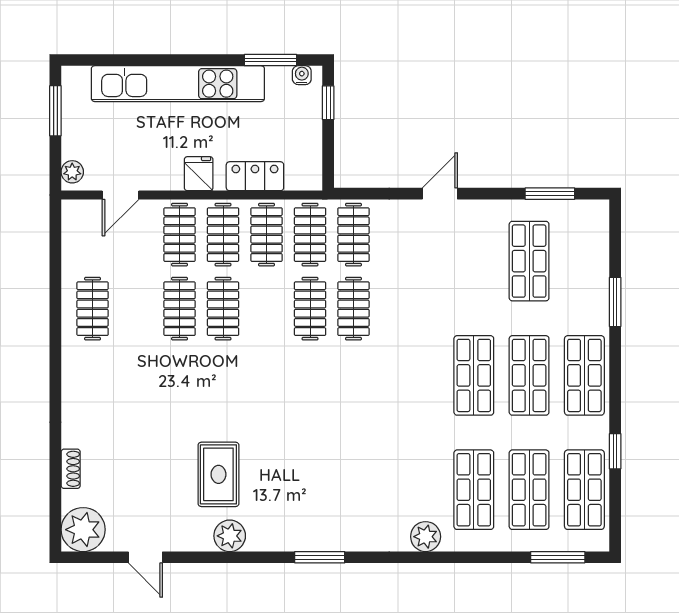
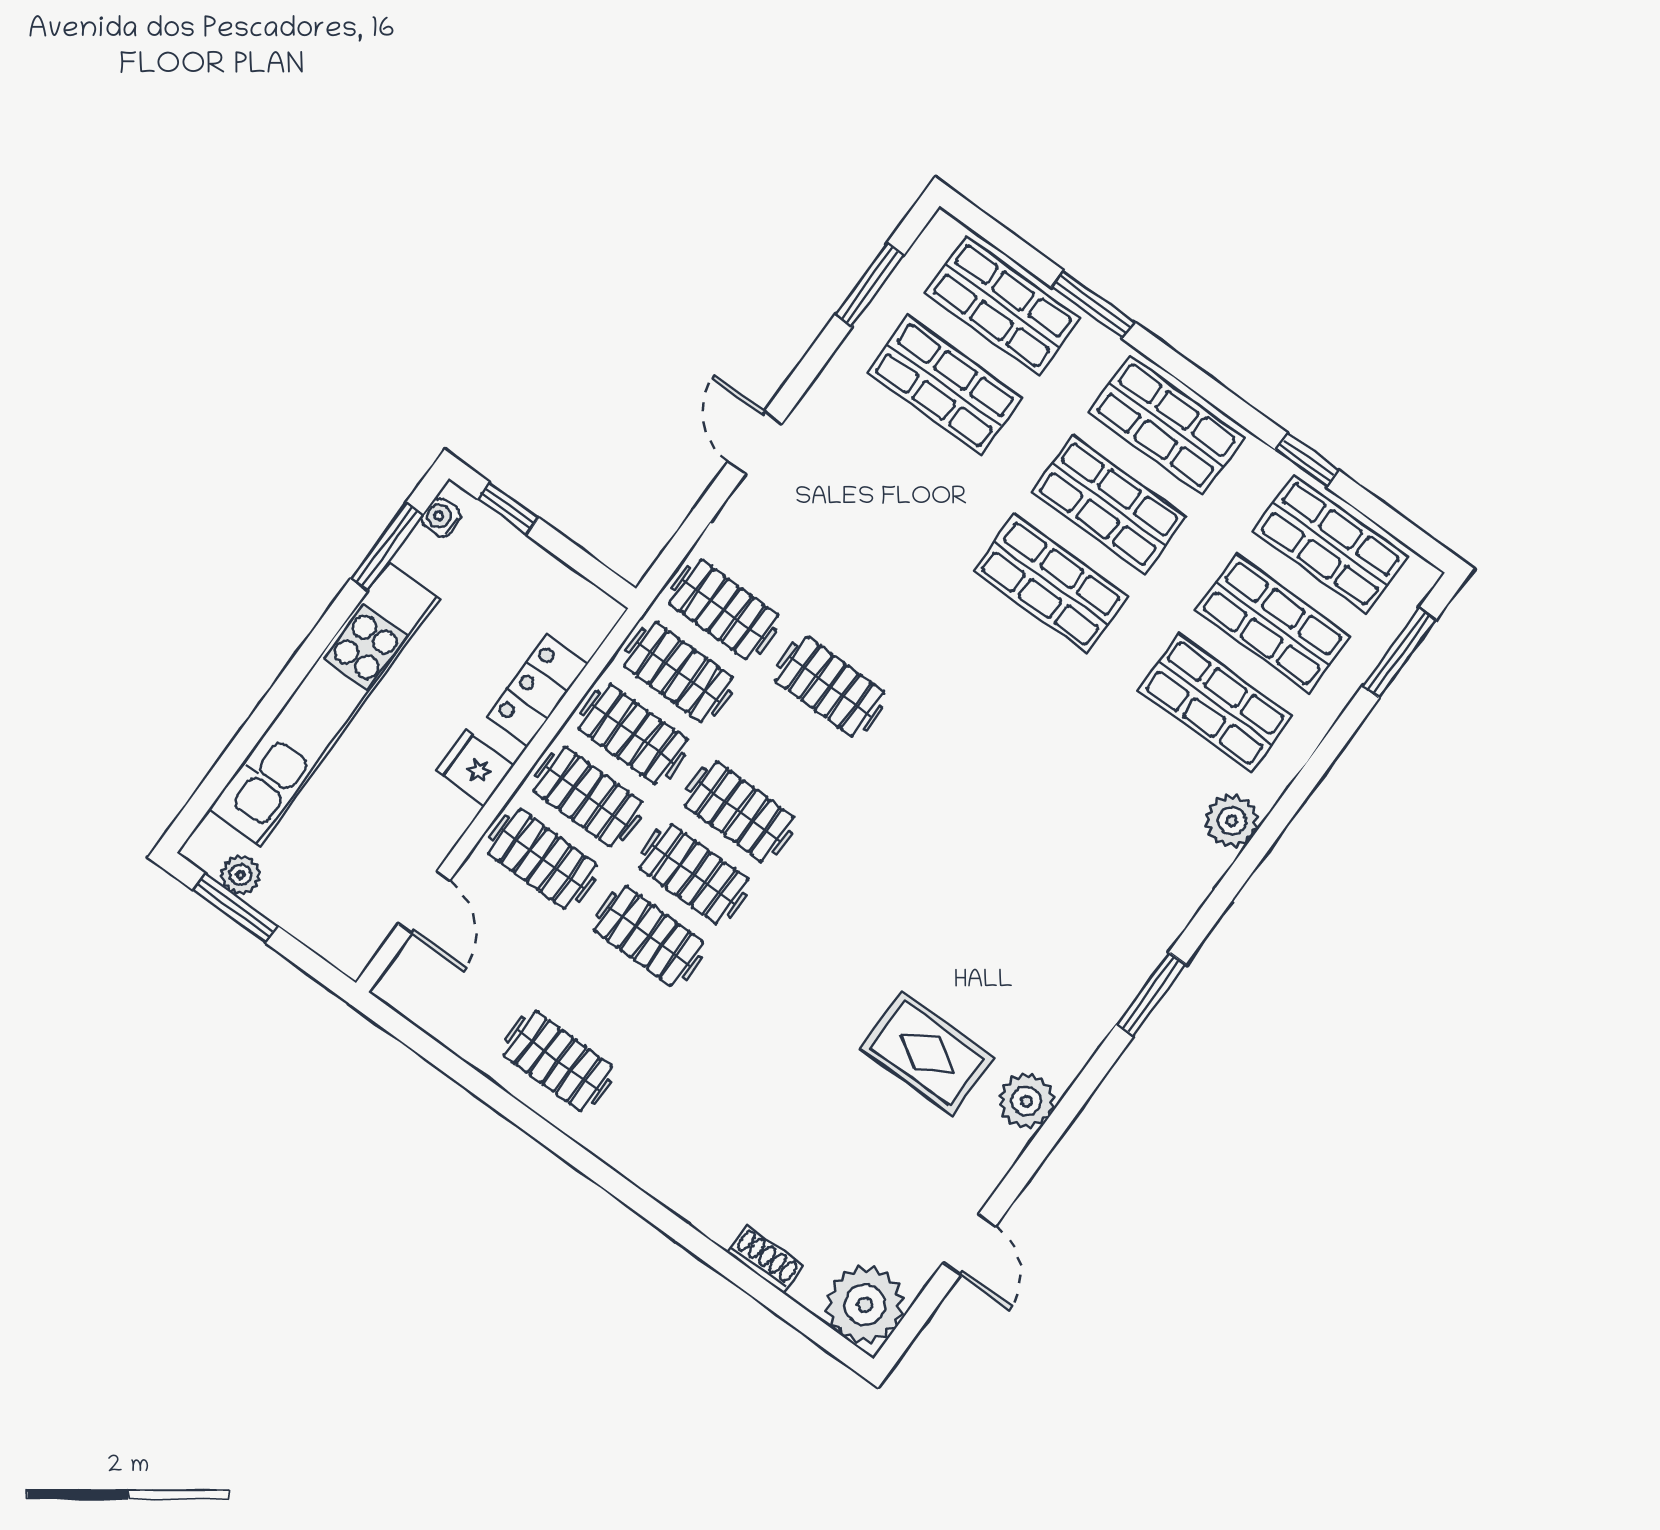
plant: (72, 172) -> (240, 875), moved
shop shelf: (584, 261) -> (1002, 306), added
clothes rail: (310, 309) -> (739, 811), moved
door: (145, 557) -> (970, 1244), hinge flipped

